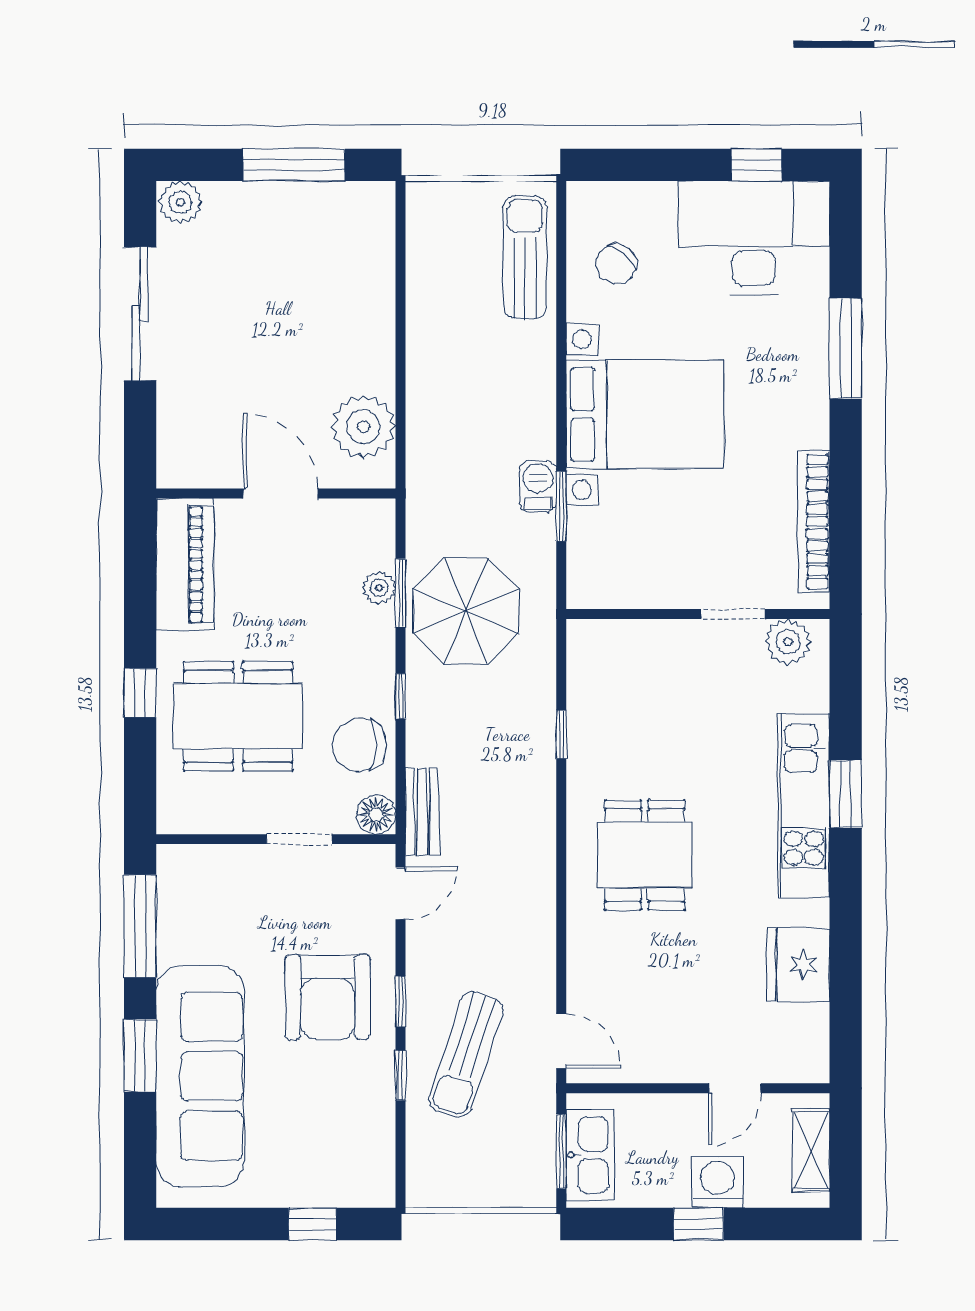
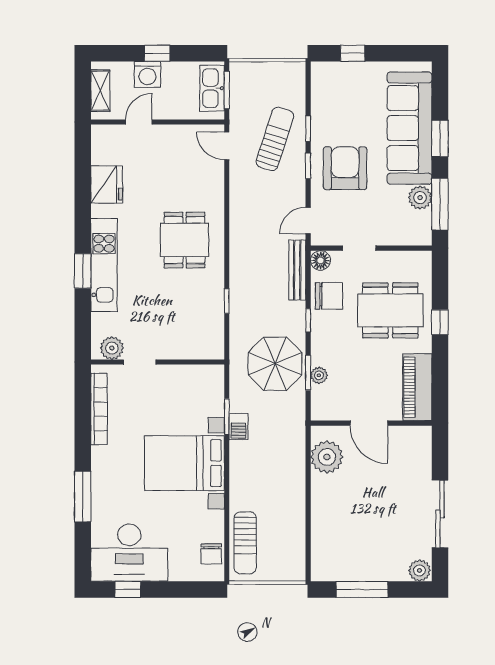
chair: (616, 264) -> (211, 554), moved, turned 141
bench: (422, 812) -> (297, 270), width x1.36
plant: (179, 939) -> (420, 198), added

